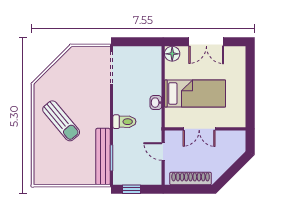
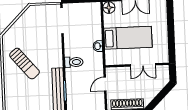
double door: (199, 129) -> (143, 65), moved
door: (163, 151) -> (105, 84), hinge flipped

